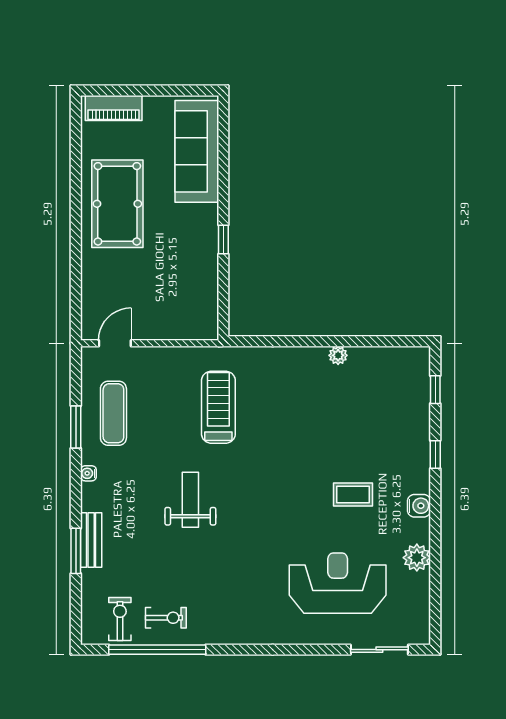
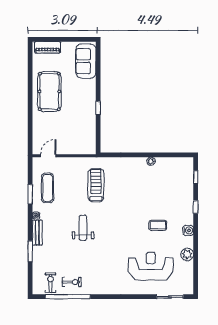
sofa: (197, 151) -> (86, 61), width x0.73
bench: (91, 540) -> (37, 233), moved

